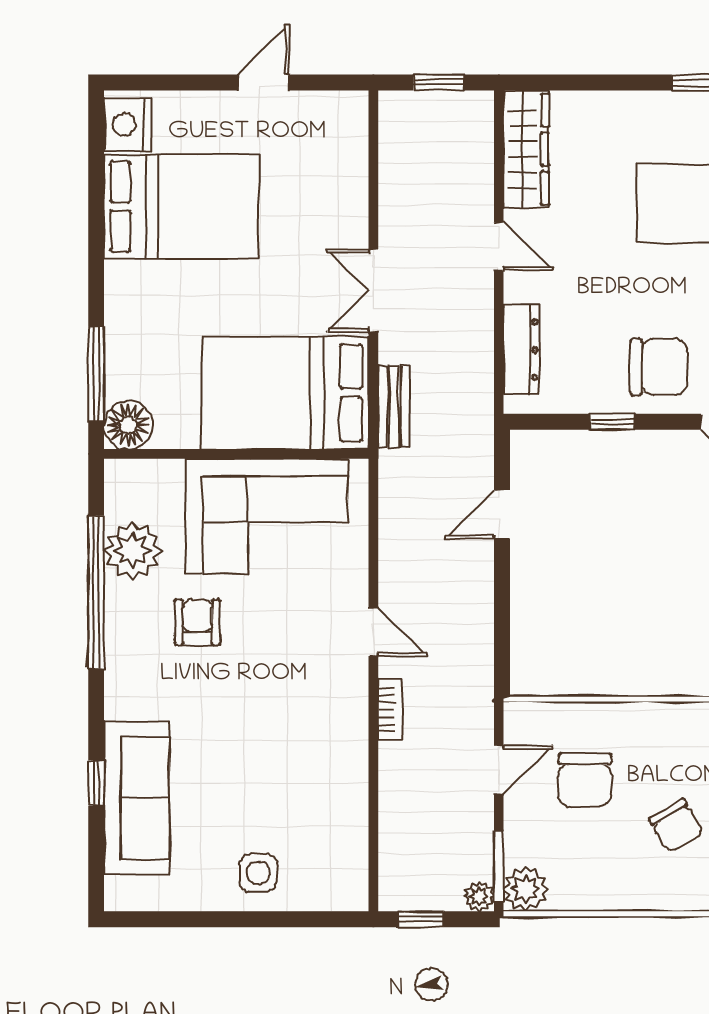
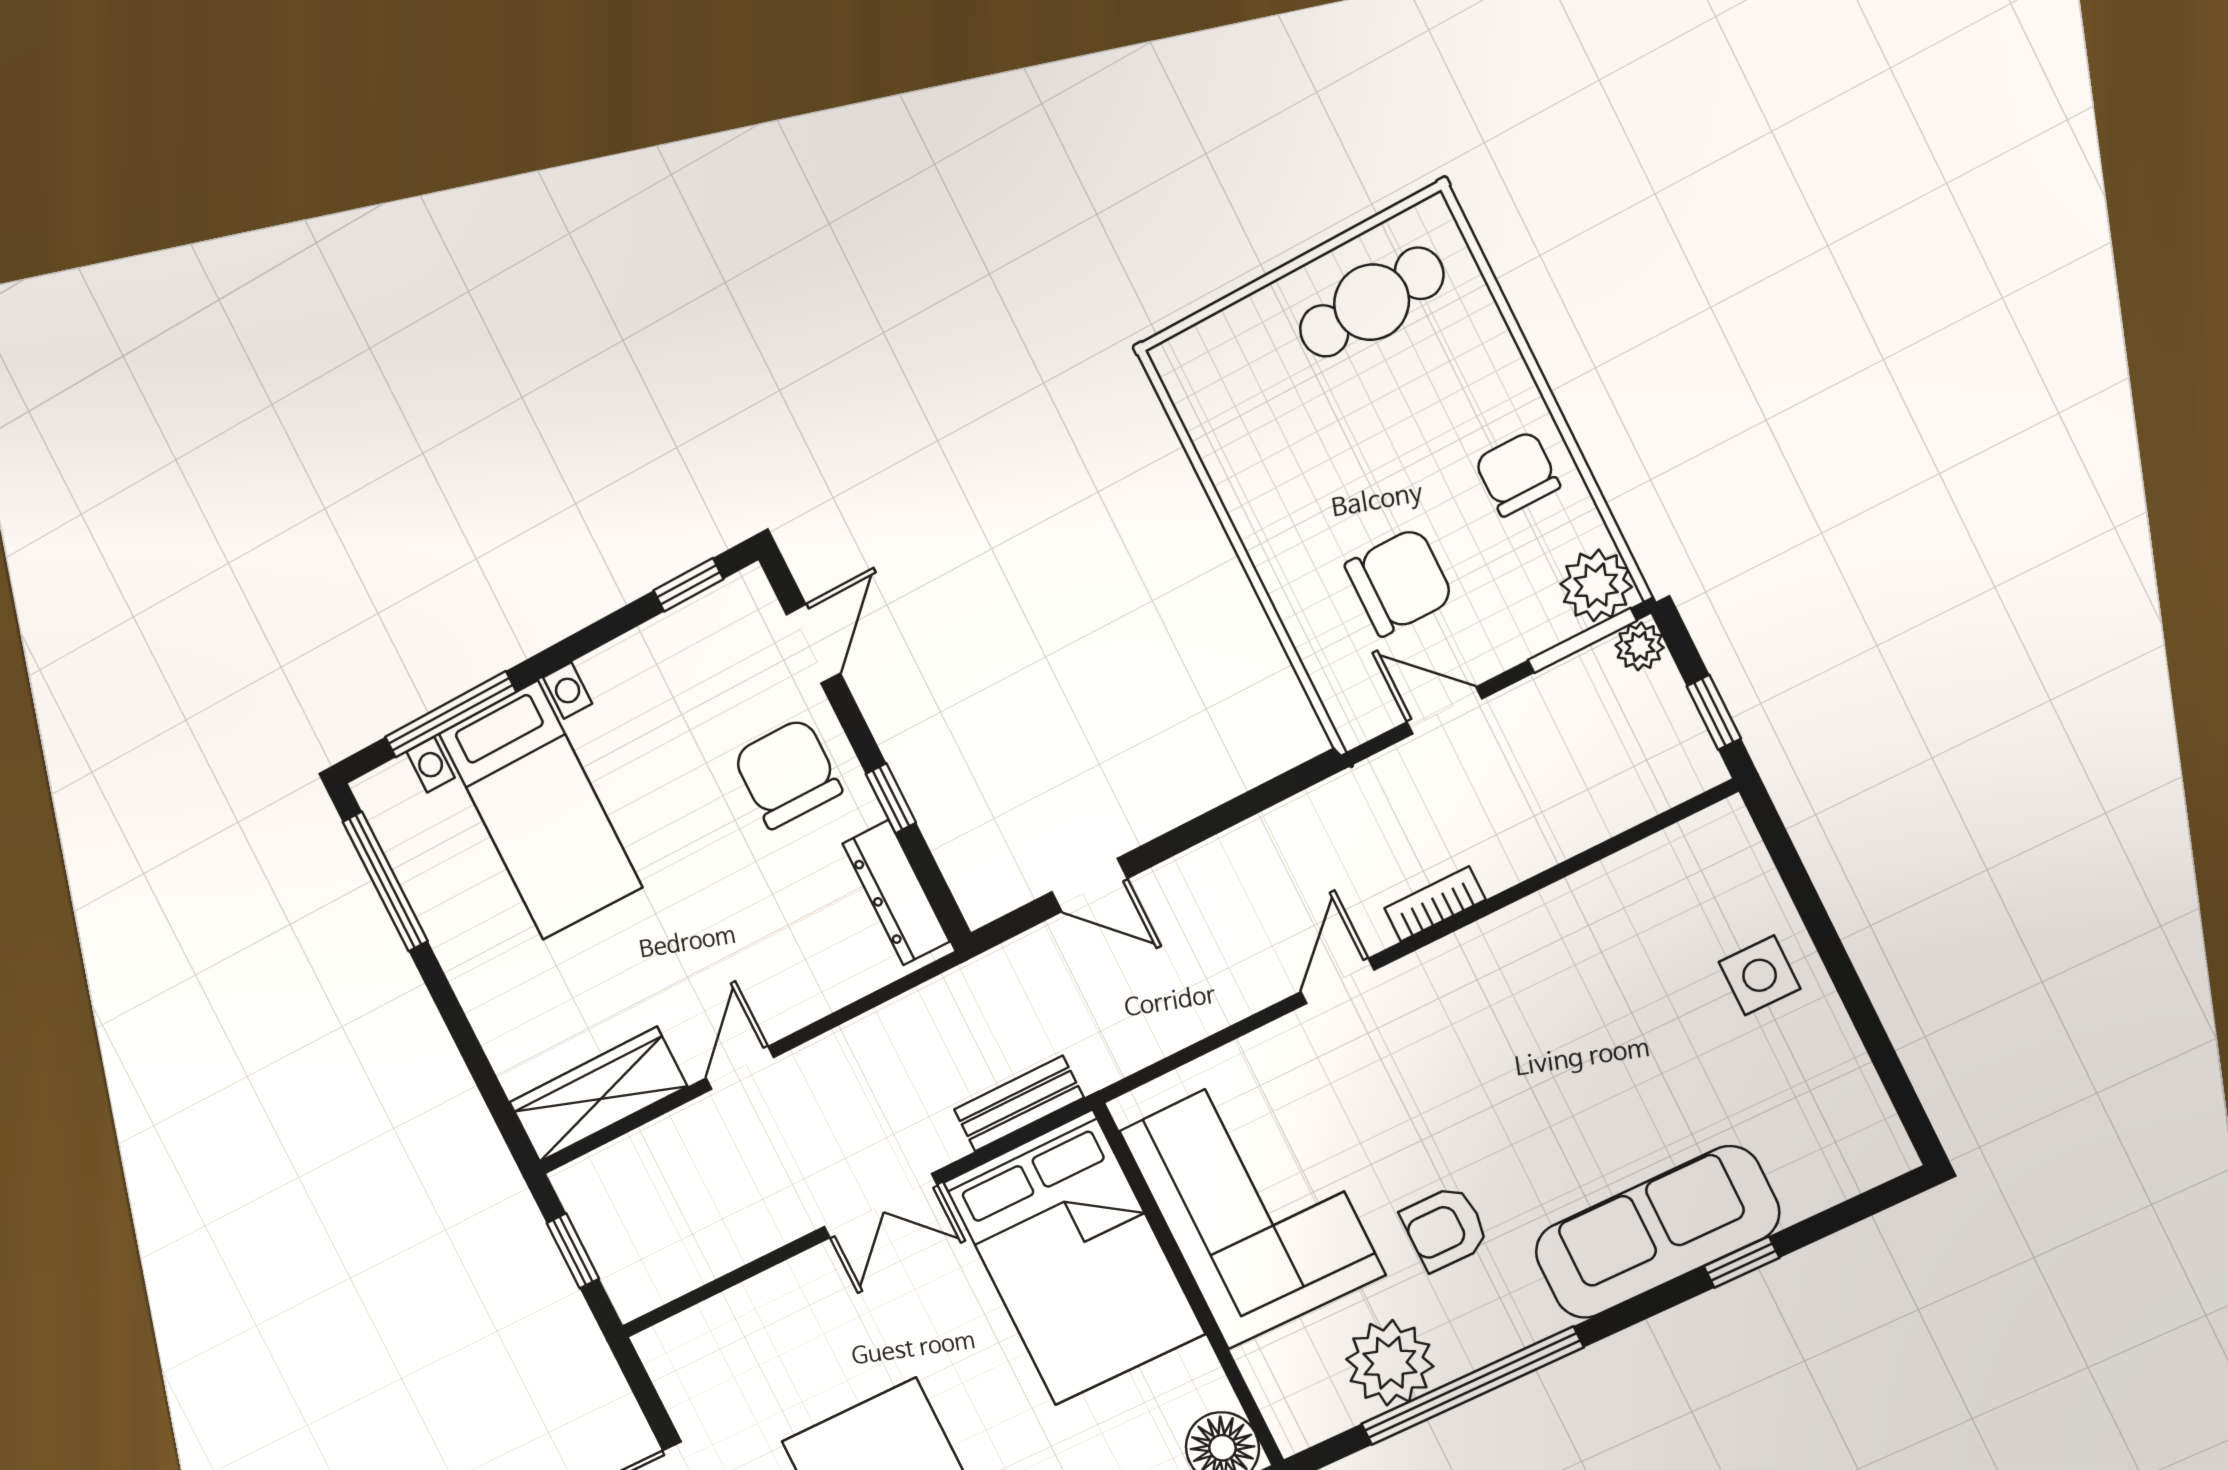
dresser: (521, 350) -> (896, 893), moved, turned -90
sofa: (137, 798) -> (1657, 1232), moved
chair: (676, 826) -> (1517, 474), moved, turned -59

